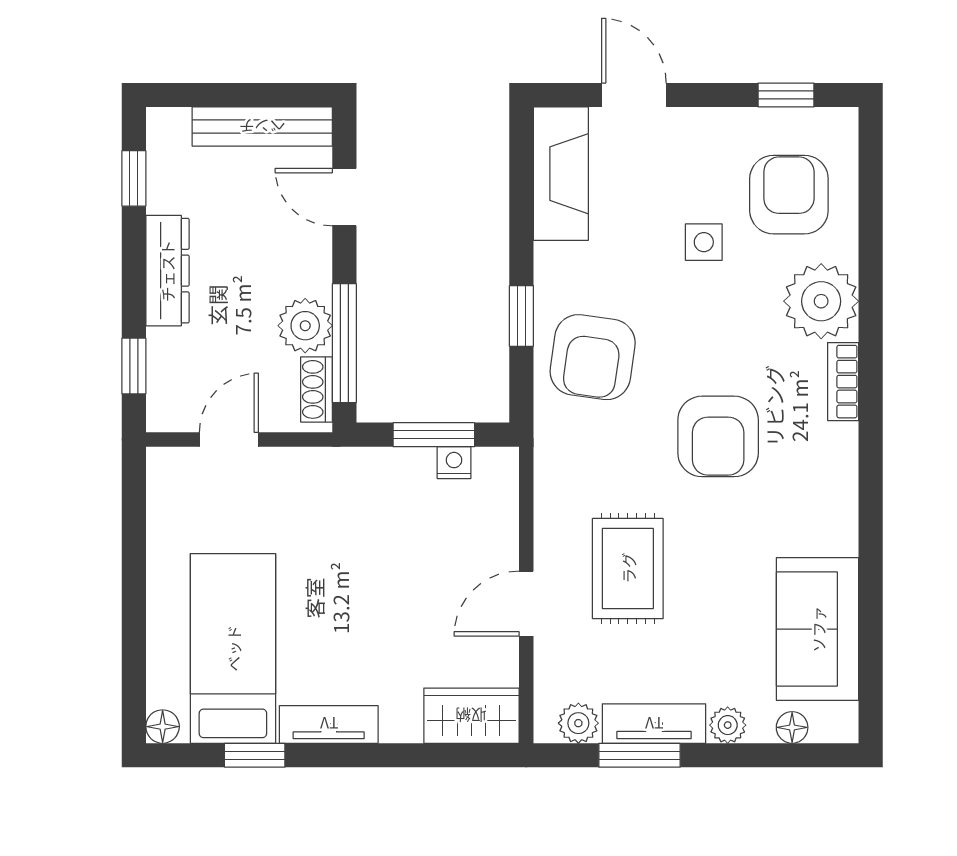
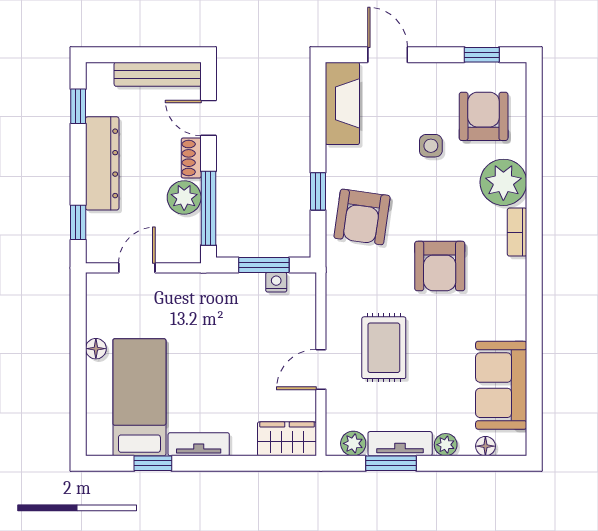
dresser: (167, 271) -> (102, 163), width x1.37, depth x1.24
shoe rack: (317, 389) -> (191, 158), moved
floor lamp: (163, 727) -> (96, 349), moved

